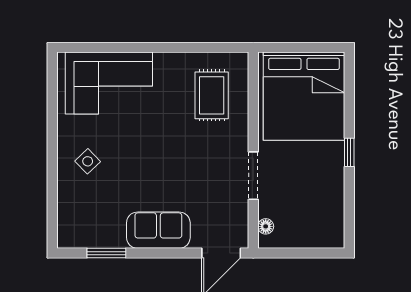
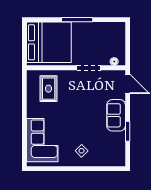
rug: (212, 95) -> (49, 89), turned 90
window: (349, 152) -> (77, 20), width x2.17
window: (106, 253) -> (128, 131), moved

